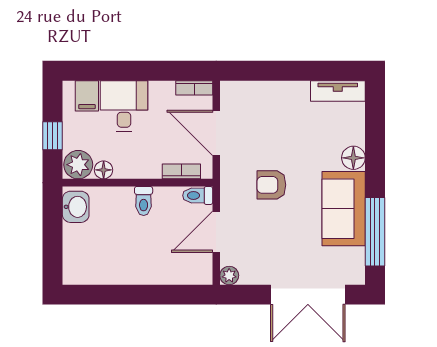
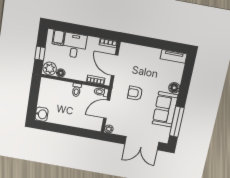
washbasin: (76, 207) -> (42, 114), moved

